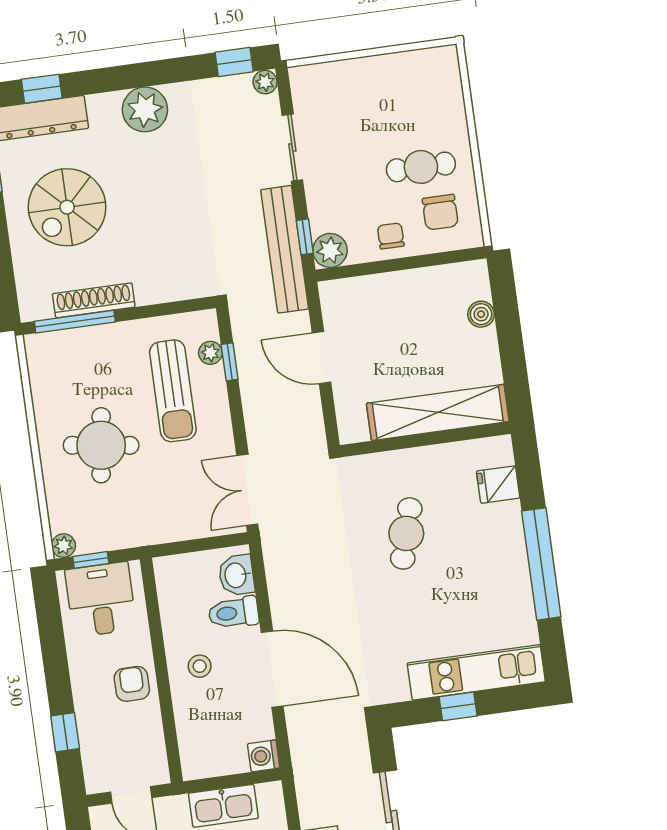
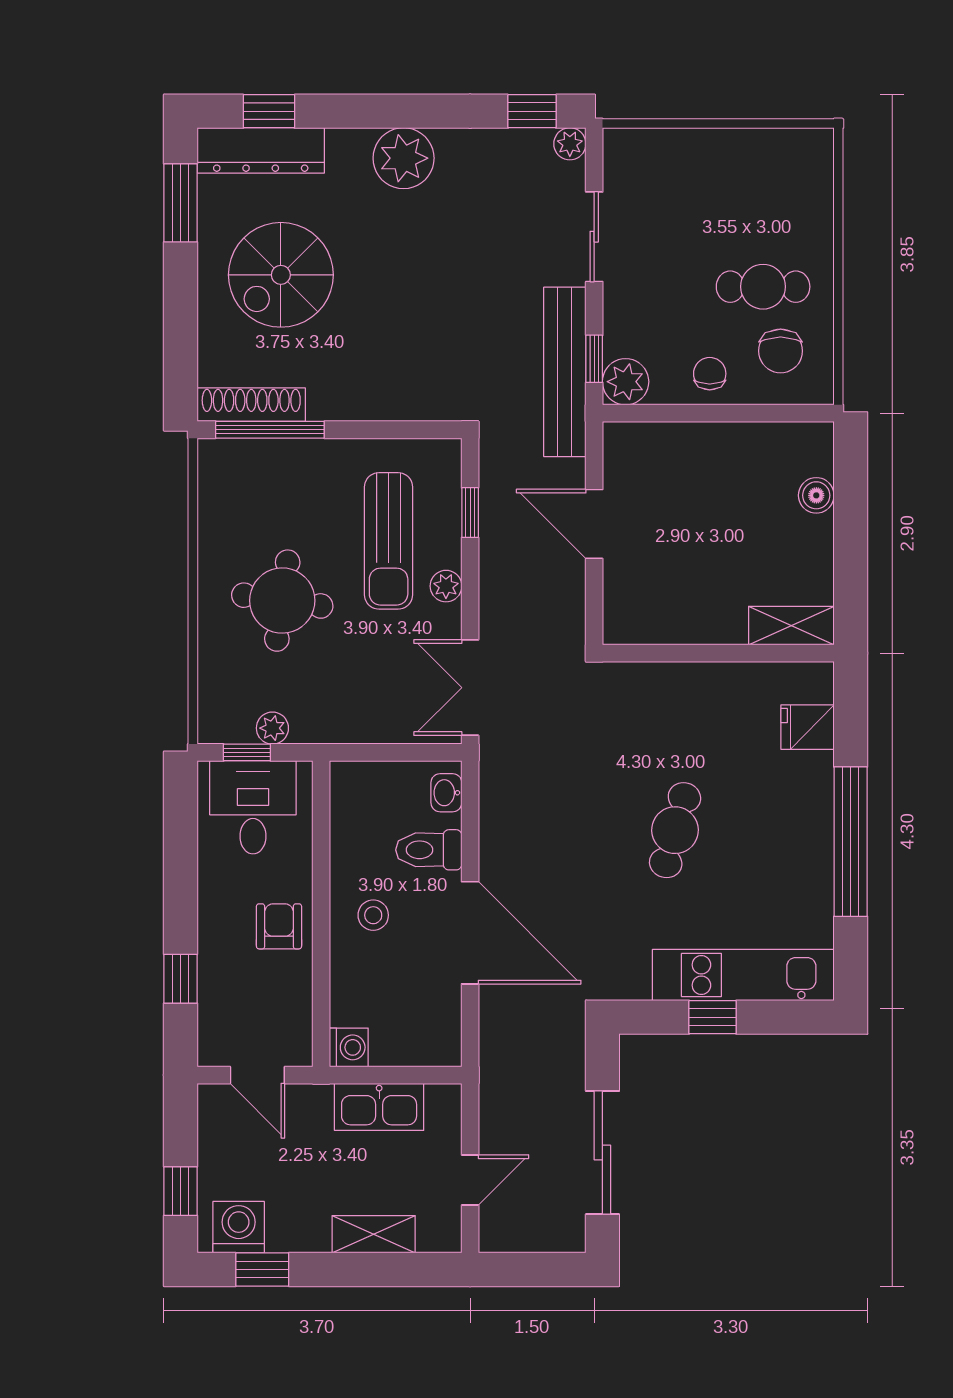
shoe rack: (94, 300) -> (251, 405), moved
plant: (210, 353) -> (446, 586), moved
shelving: (438, 412) -> (791, 626), width x0.45, depth x0.75
cafe table: (406, 533) -> (675, 830), moved
plant: (63, 546) -> (272, 728), moved
washbasin: (236, 575) -> (446, 793), width x0.72, depth x0.69
washing machine: (264, 756) -> (349, 1047), moved, turned 180

